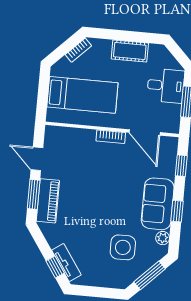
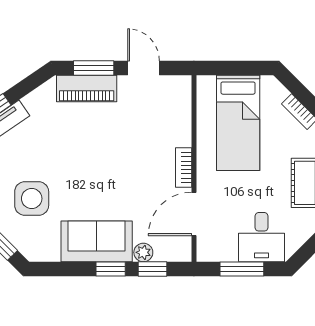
door: (37, 159) -> (143, 68), hinge flipped
window: (177, 211) -> (111, 269), moved
plant: (163, 238) -> (143, 252), moved

